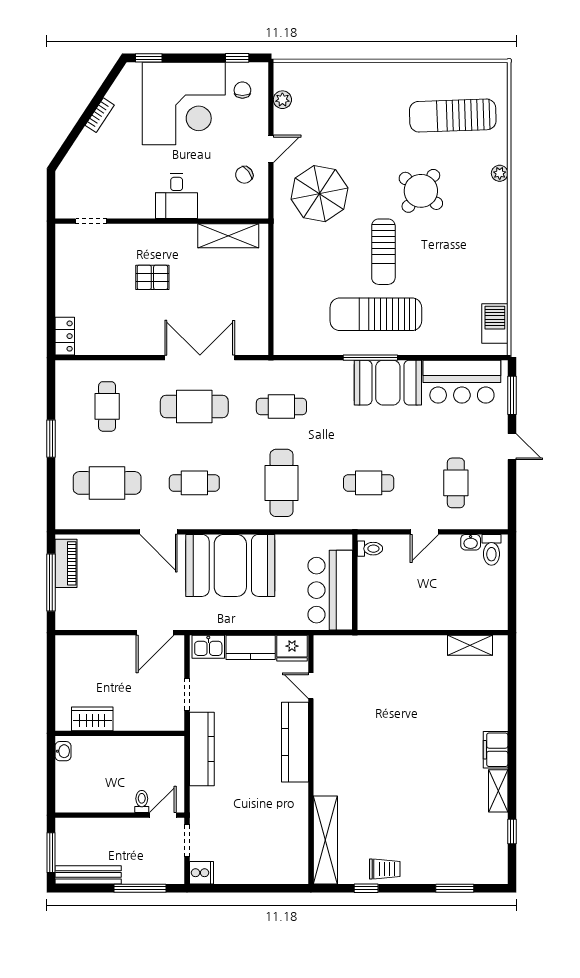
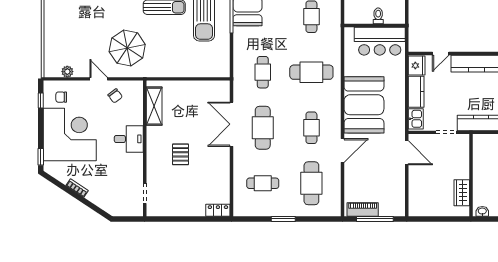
toilet: (370, 549) -> (378, 16), moved

